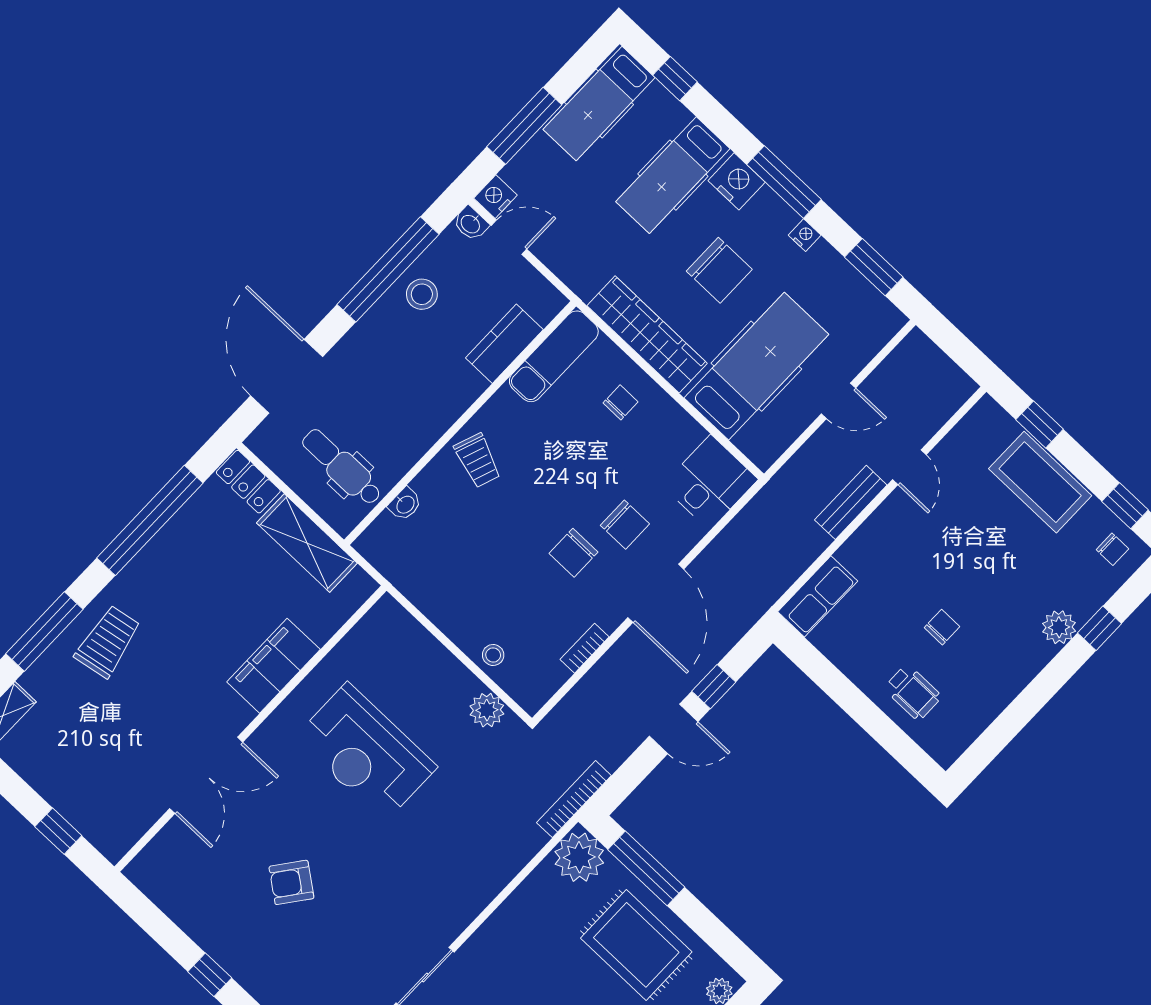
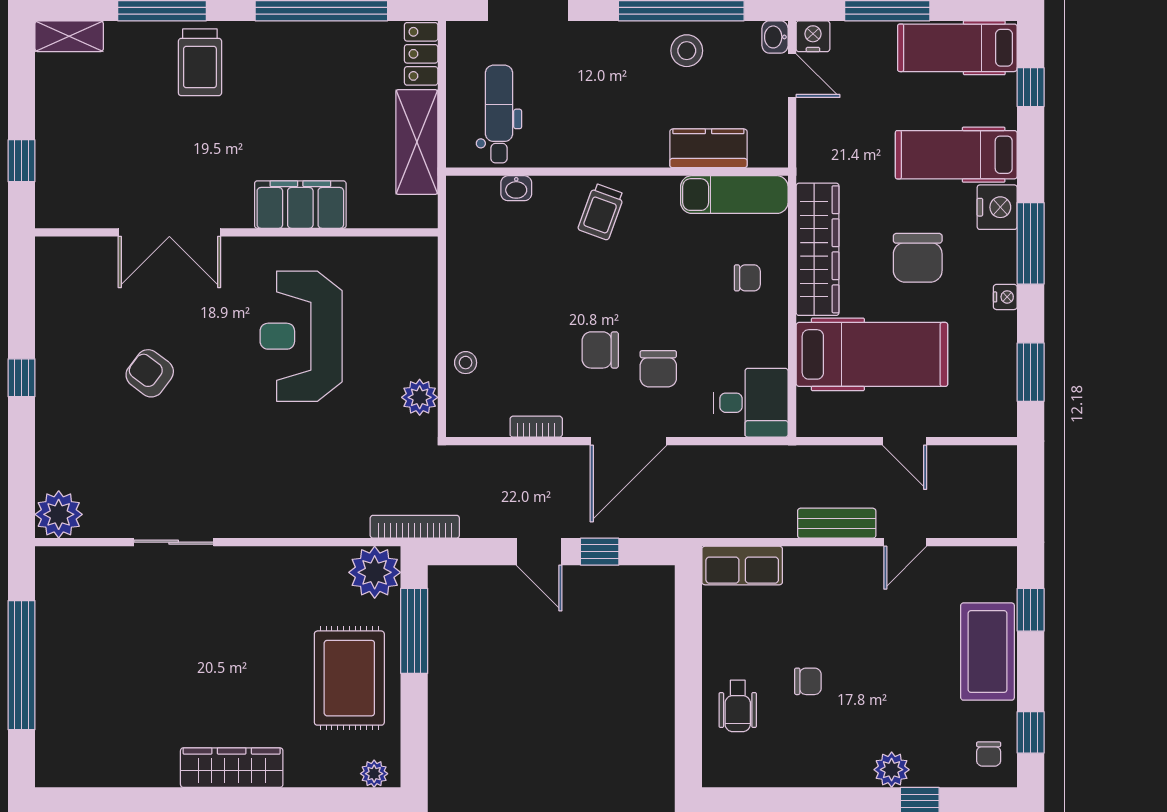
trolley: (108, 642) -> (200, 62), turned 100

